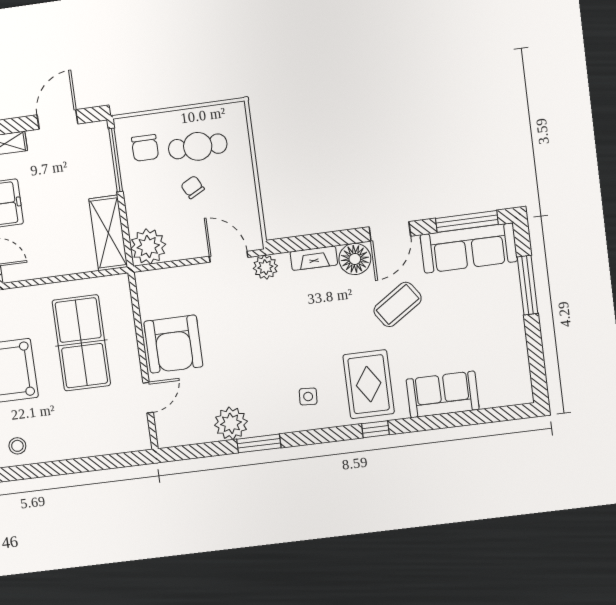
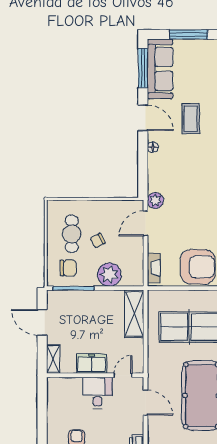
shelving: (108, 233) -> (134, 314), moved, turned 90
plant: (148, 246) -> (109, 275), moved
fireplace: (314, 258) -> (154, 268), moved
floor lamp: (355, 259) -> (153, 147), width x0.53, depth x0.53
coffee table: (398, 304) -> (191, 119), turned 34

